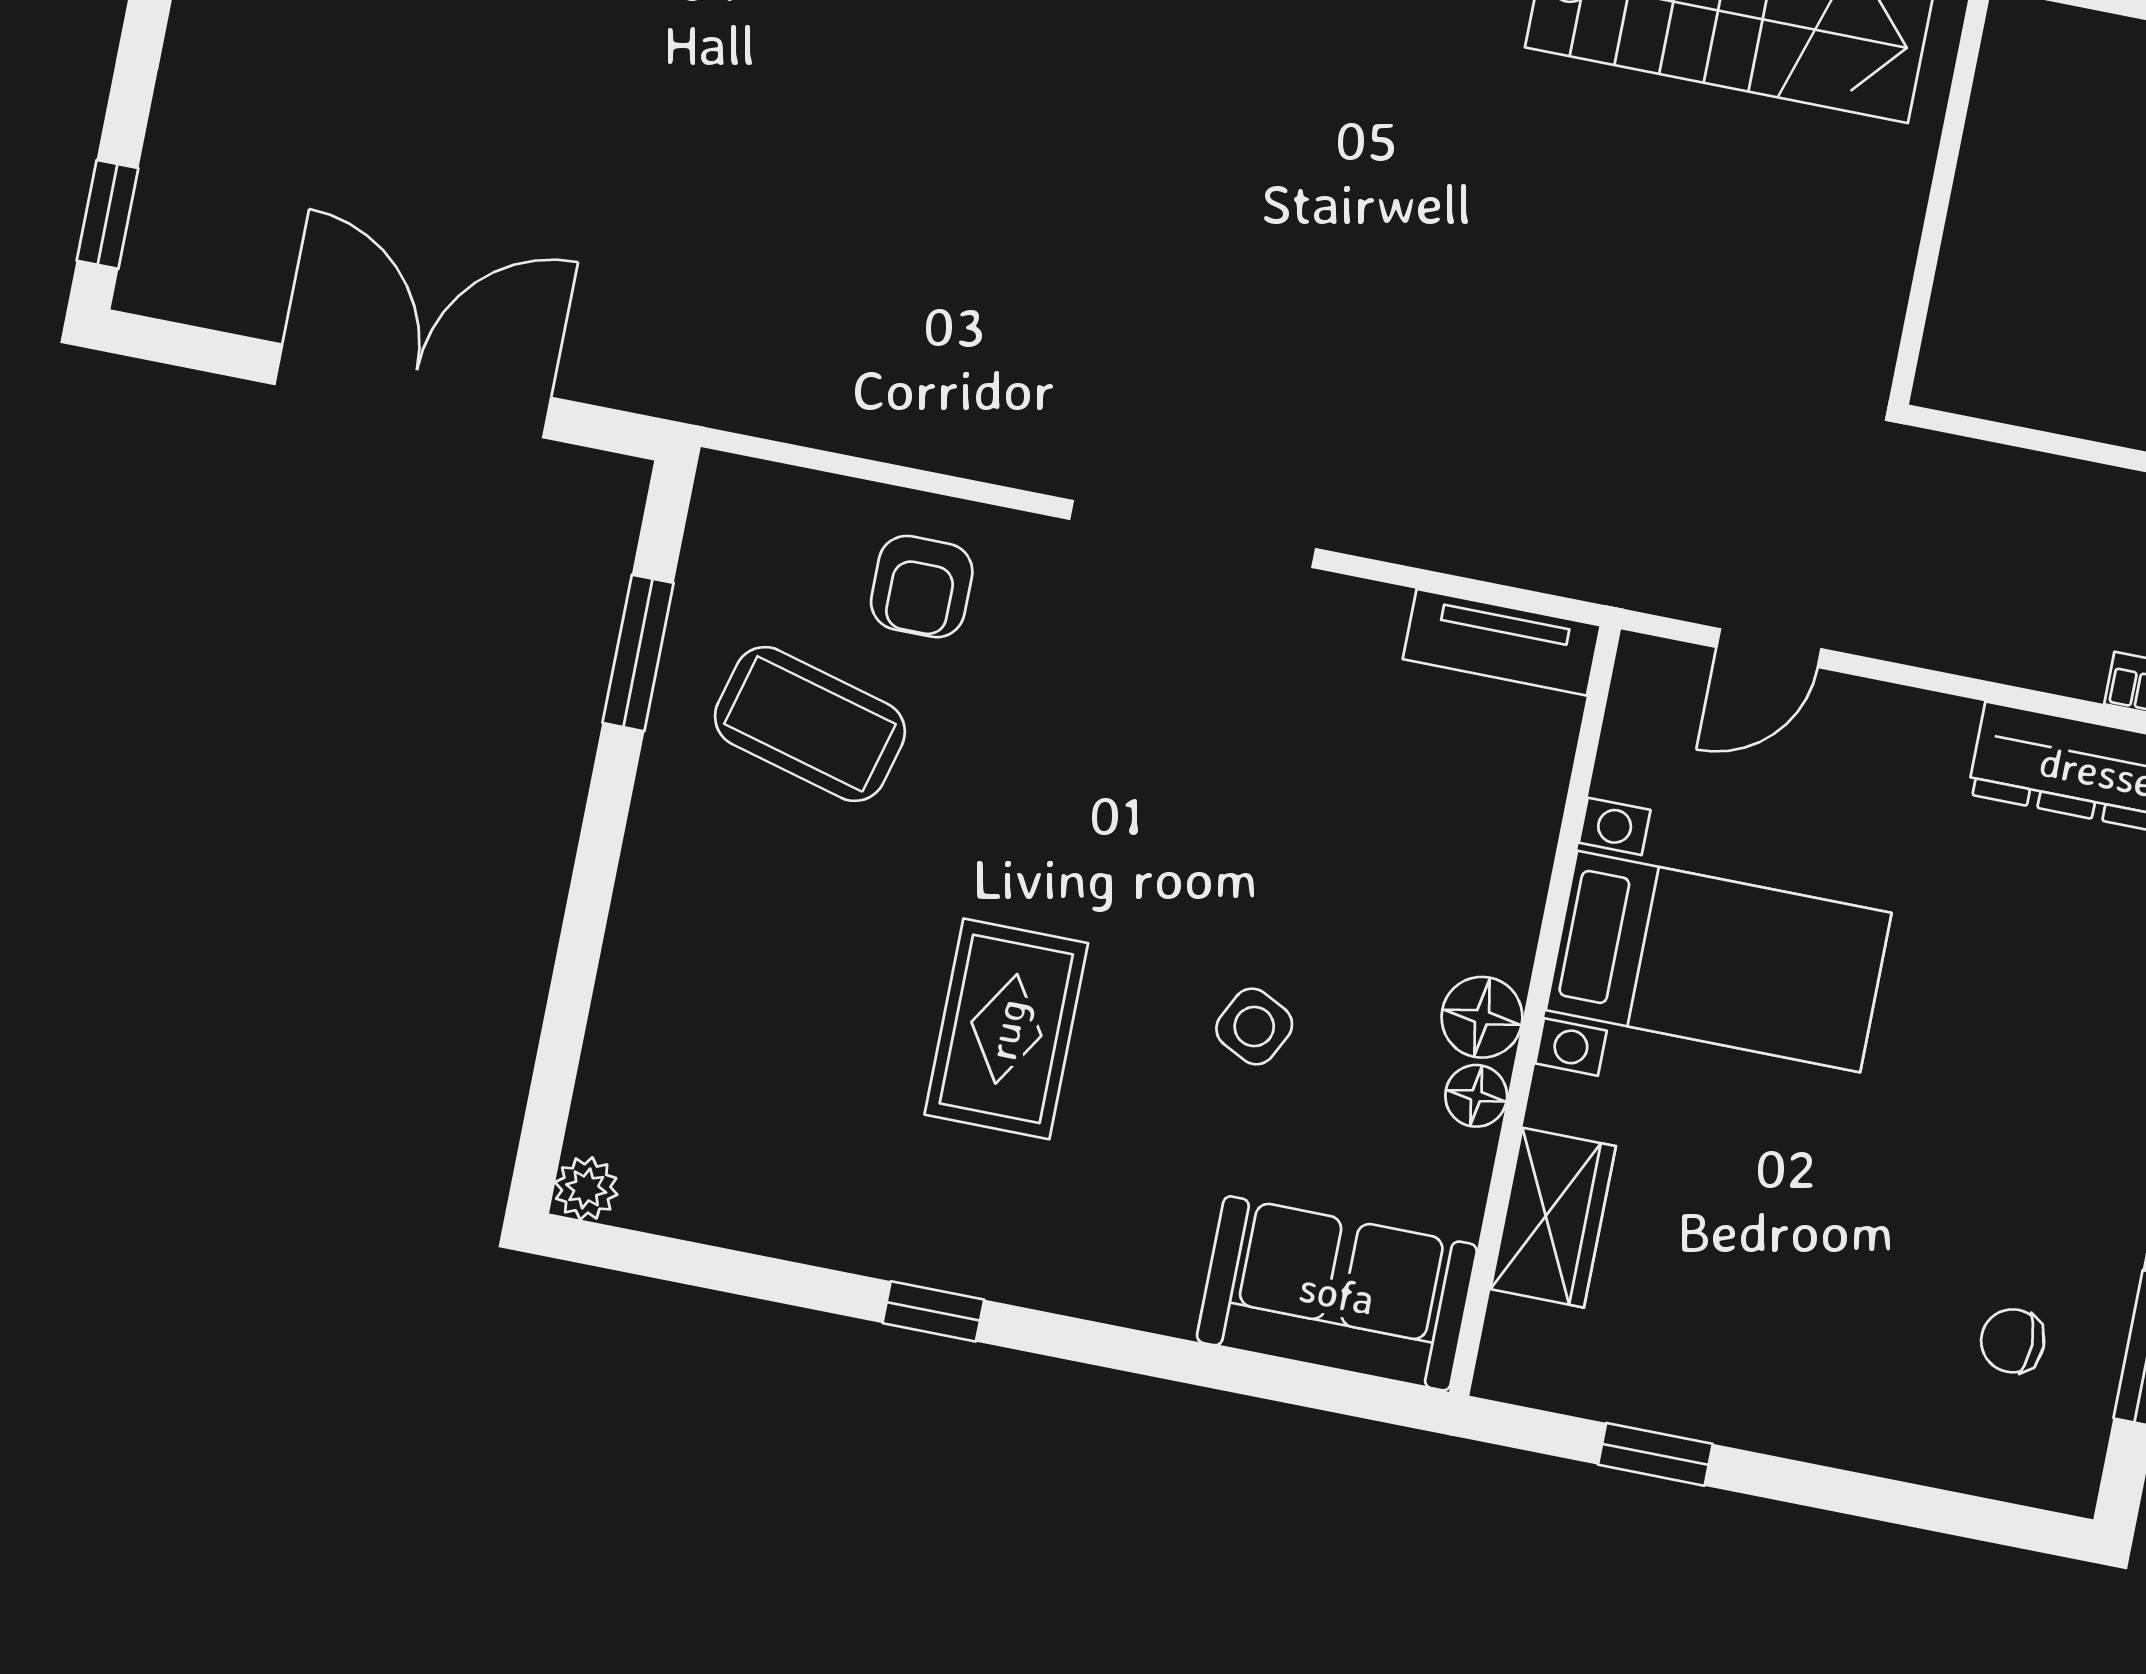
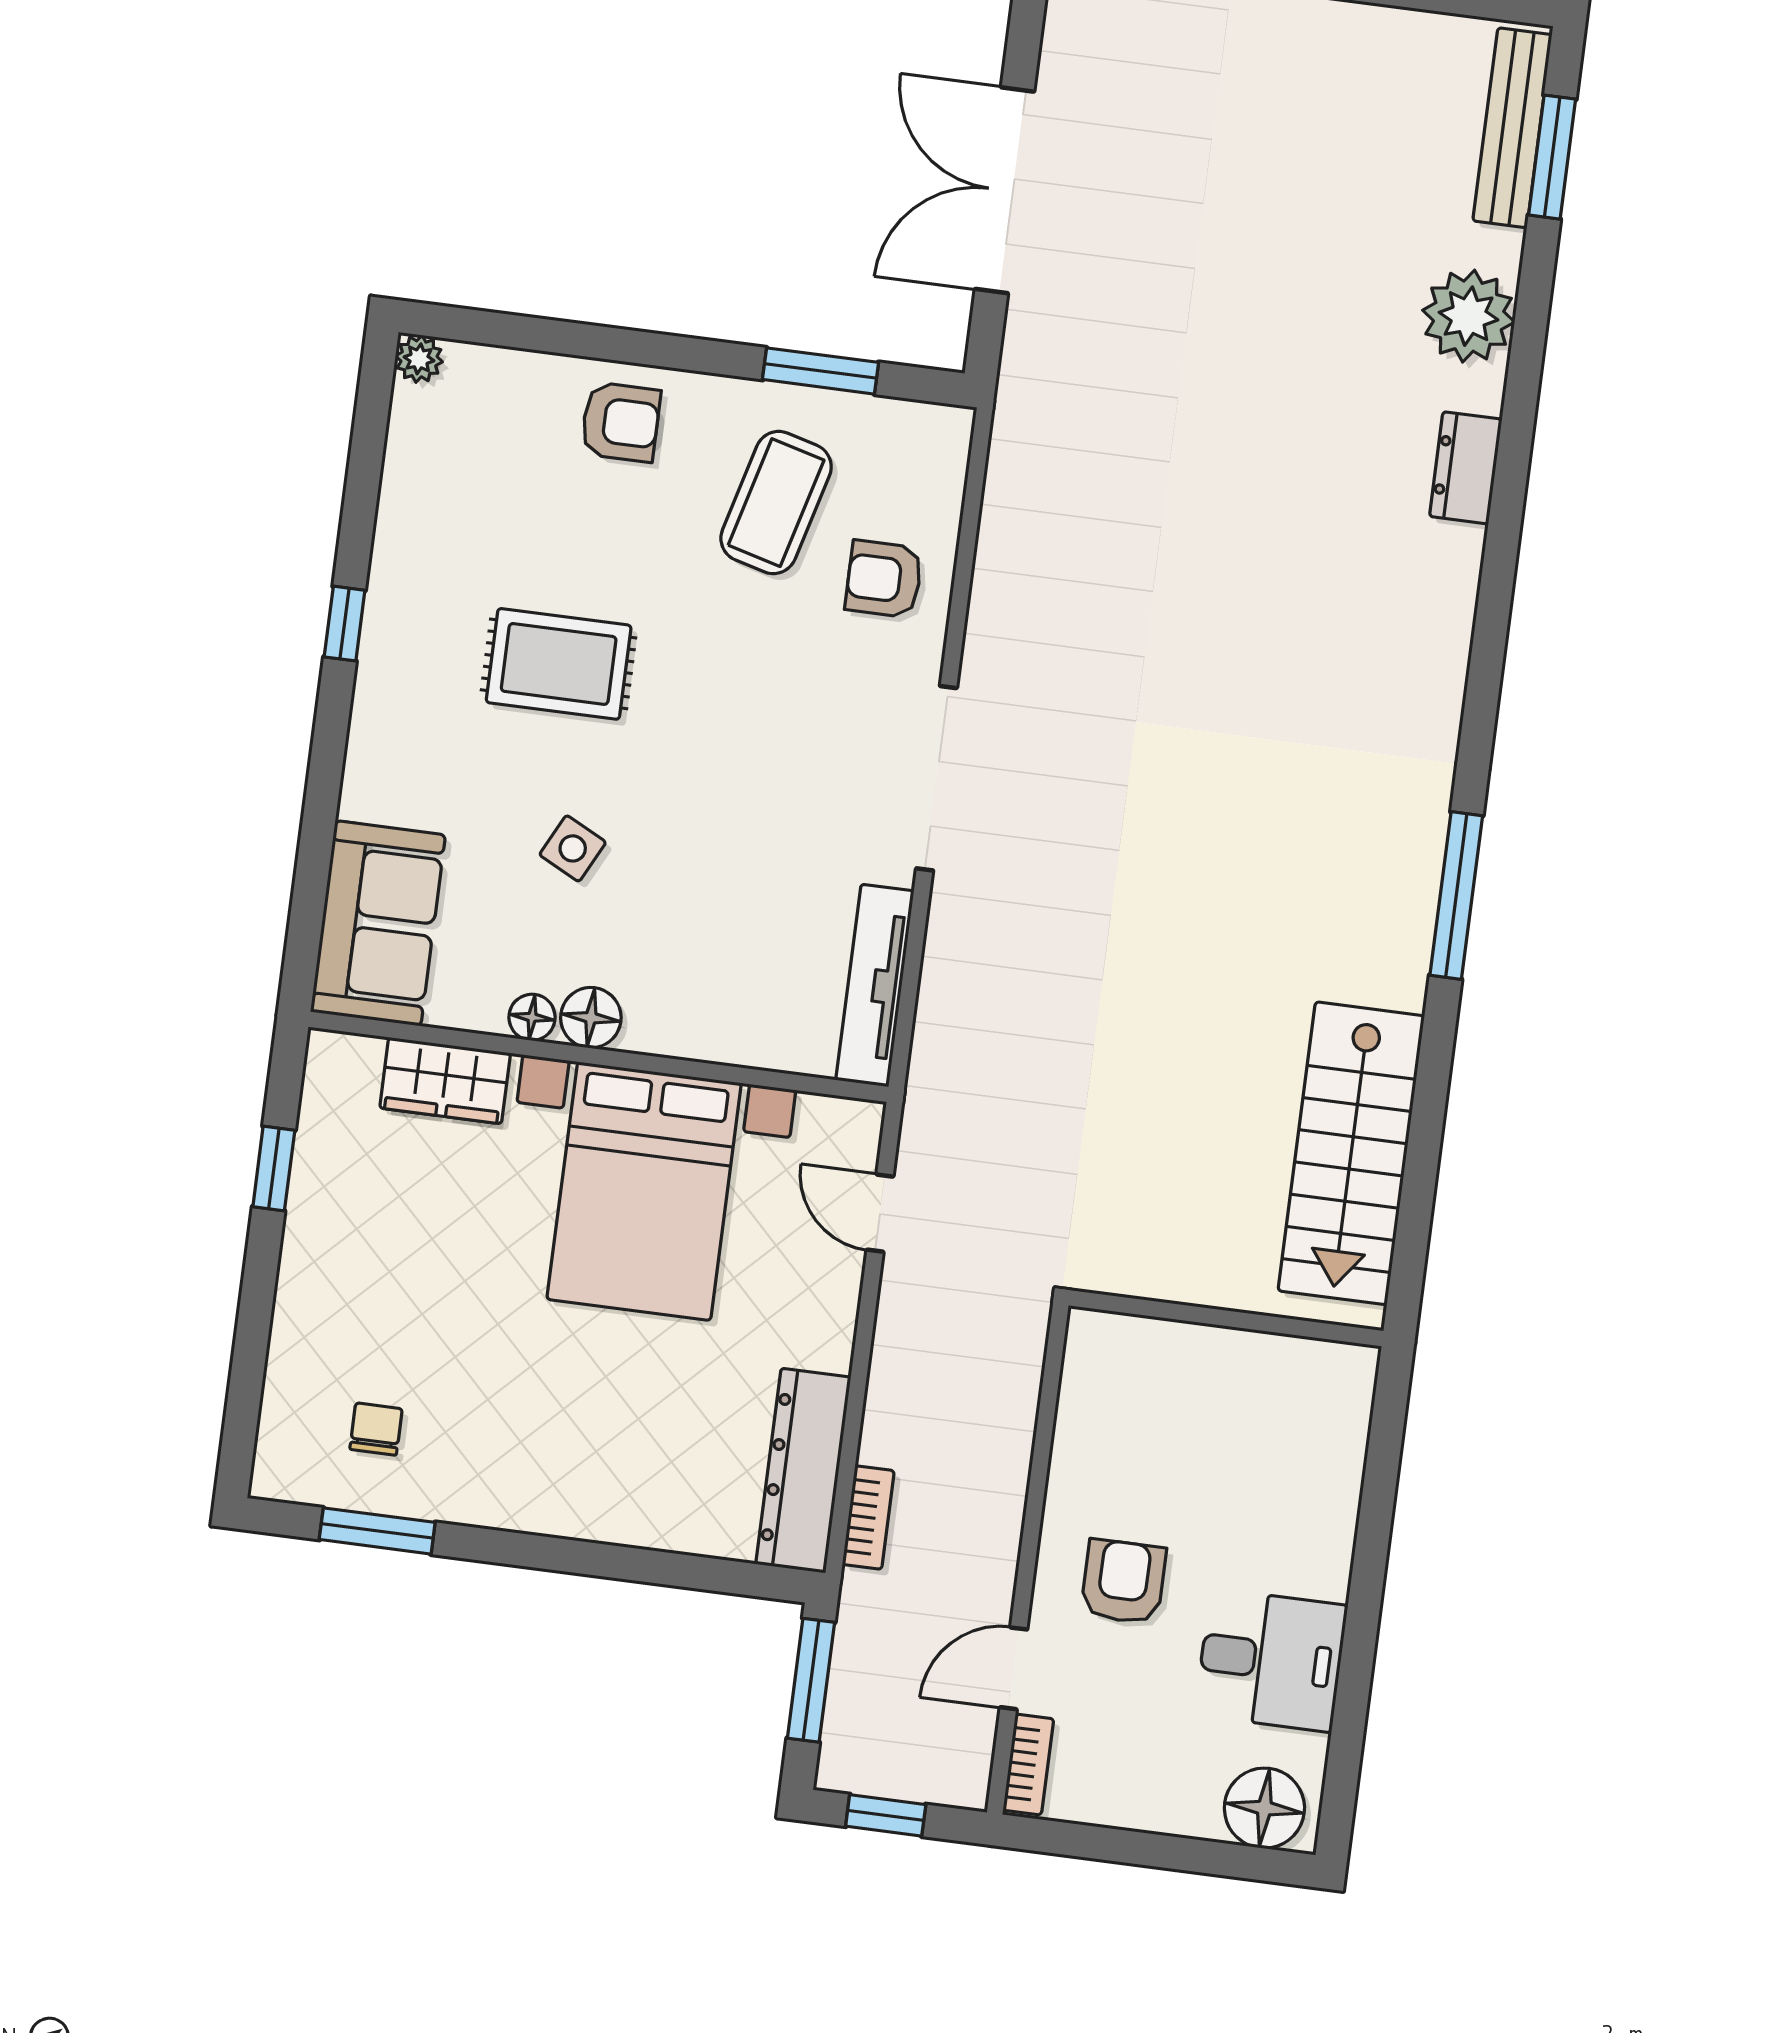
double door: (413, 391) -> (1005, 190), swing flipped
tv unit: (1502, 642) -> (875, 985), width x1.41
armchair: (689, 925) -> (621, 422), added
bed with nightstands: (1719, 962) -> (644, 1191), width x1.36

